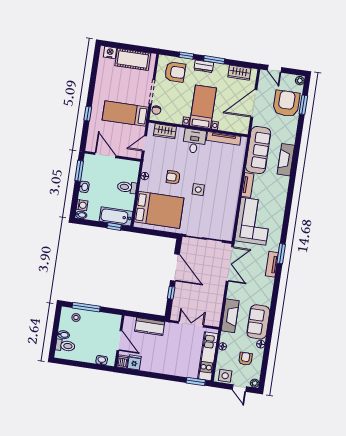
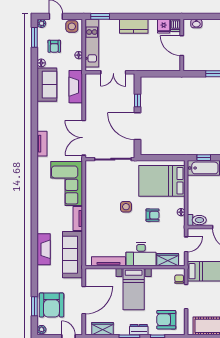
desk: (194, 141) -> (141, 254), width x1.37
toilet: (127, 187) -> (197, 220), moved
window: (281, 254) -> (34, 37), moved
kitchen counter: (150, 327) -> (134, 26), moved, turned 180

